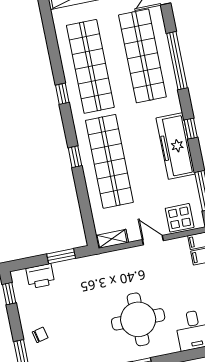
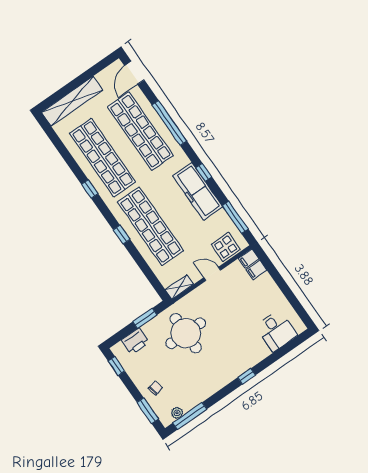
round table: (138, 319) -> (186, 333), moved

